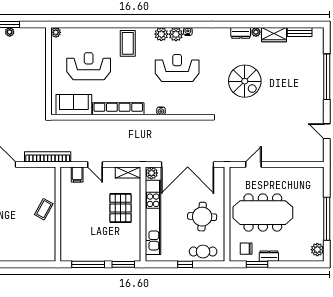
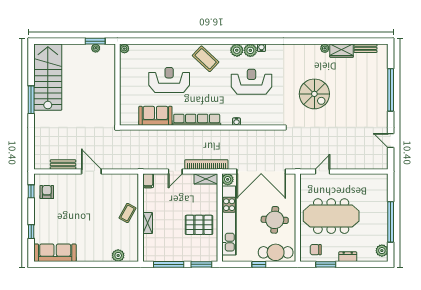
plant: (56, 32) -> (124, 49), moved
dresser: (241, 33) -> (311, 49), removed
coffee table: (128, 43) -> (206, 59), turned -47
wall: (48, 71) -> (117, 85), moved
bookcase: (48, 157) -> (206, 164), moved
door: (95, 165) -> (175, 171), hinge flipped
filing cabinet: (77, 174) -> (148, 181), moved
pallet: (121, 208) -> (199, 225), moved, turned 90
shelving: (65, 220) -> (148, 223), added
cafe table: (203, 252) -> (276, 252), width x1.37, depth x1.35
plant: (34, 255) -> (118, 255), added
dresser: (269, 256) -> (348, 257), moved

